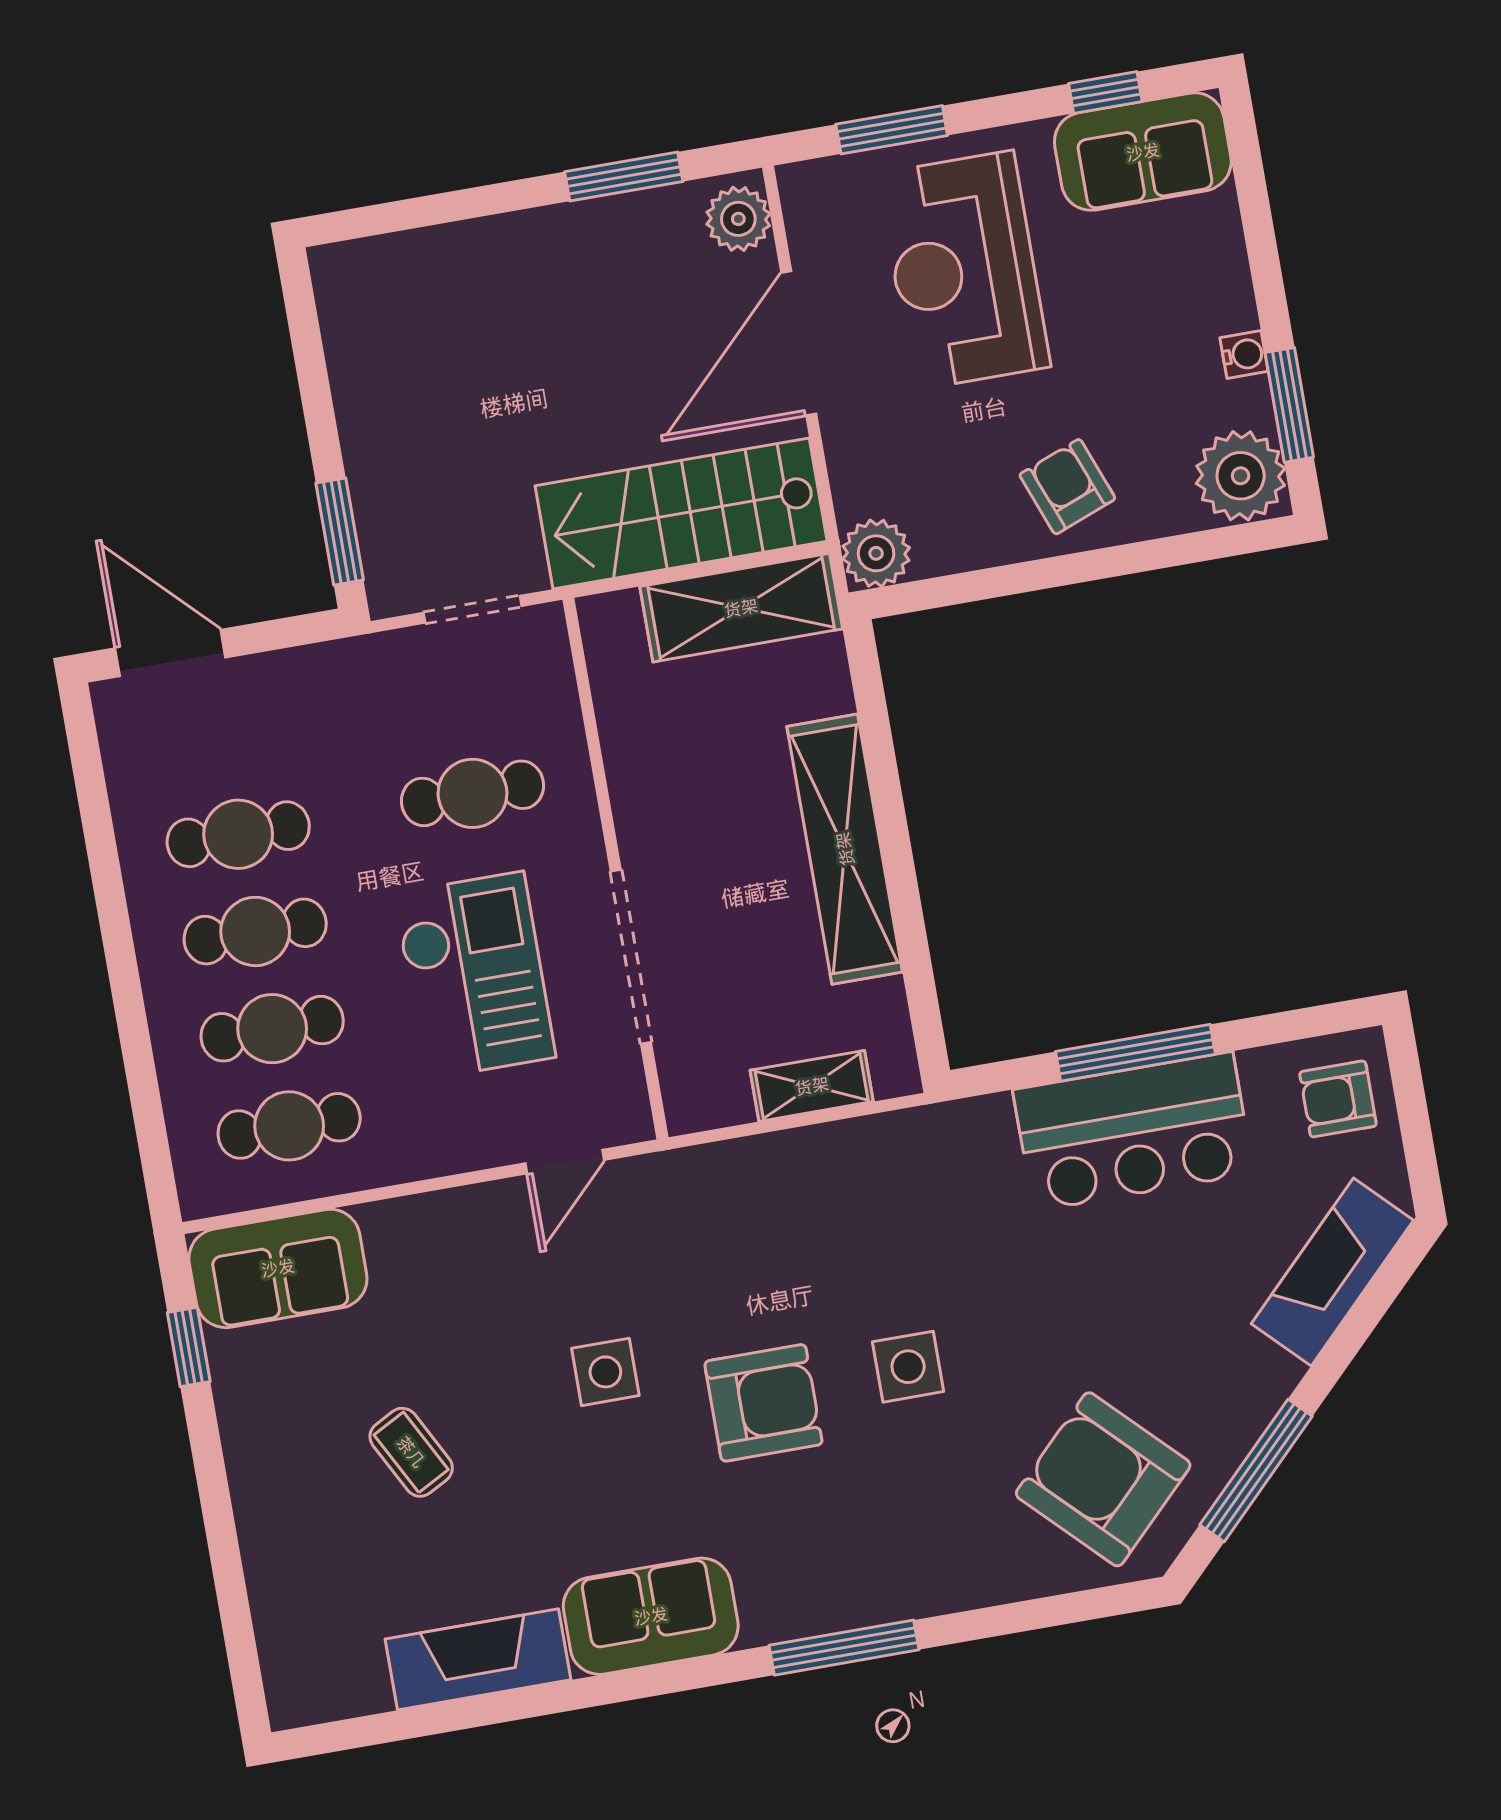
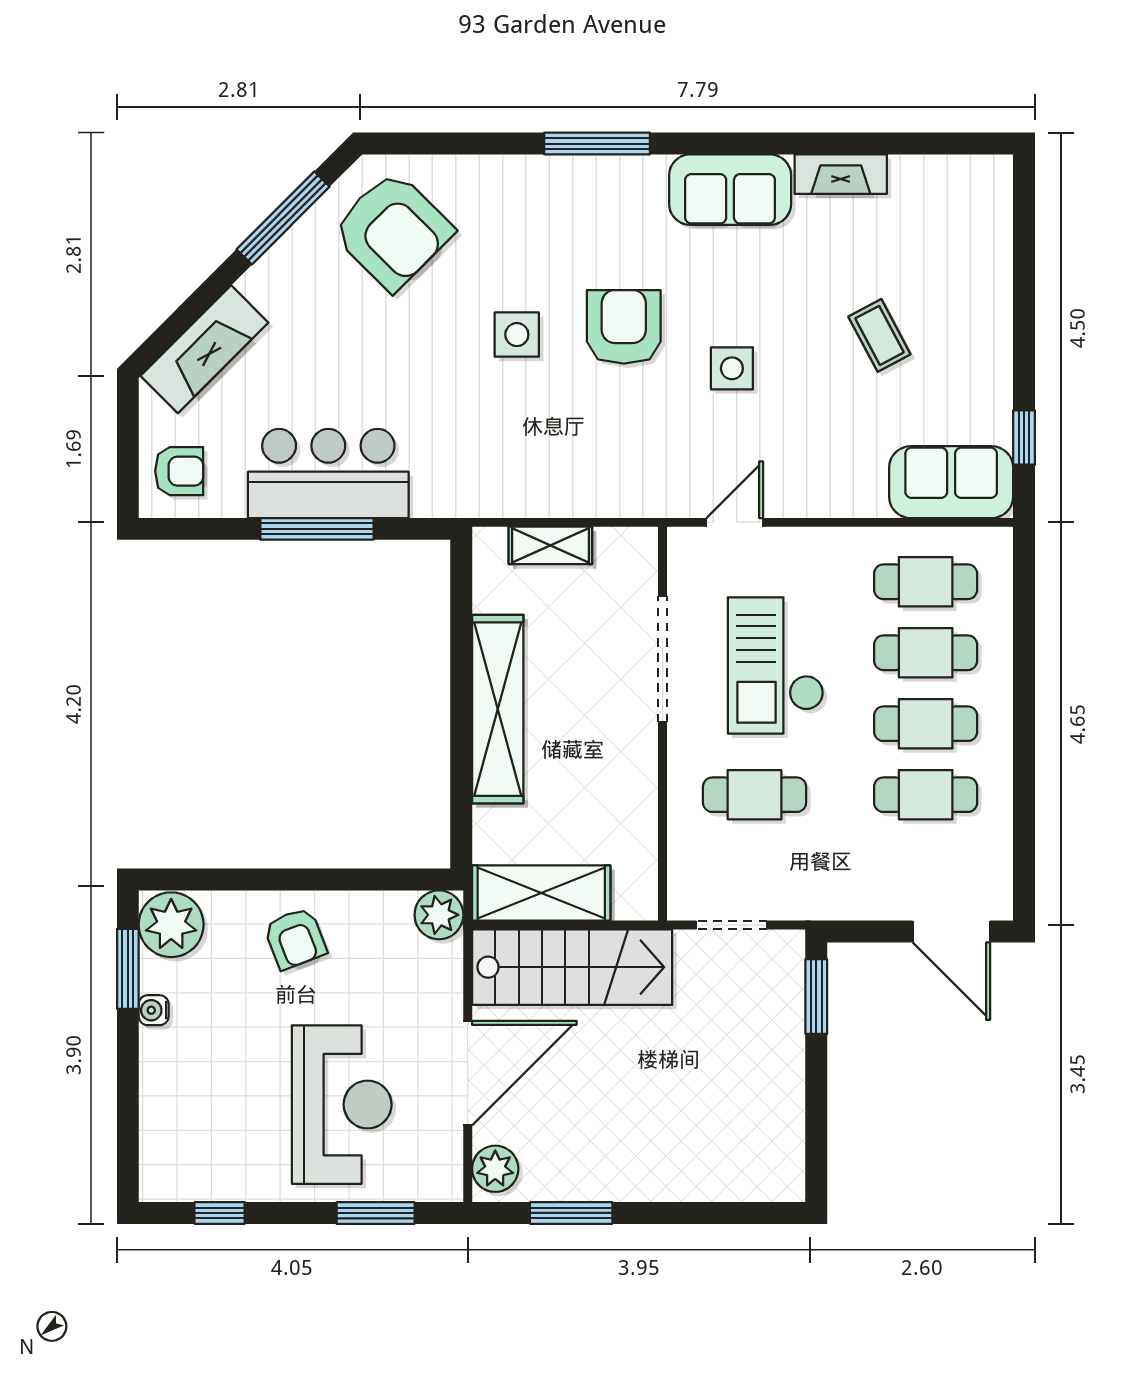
sofa: (1143, 152) -> (200, 1166), removed
armchair: (763, 1403) -> (624, 327), turned 90
fireplace: (478, 1659) -> (841, 174), width x0.73, depth x0.76

